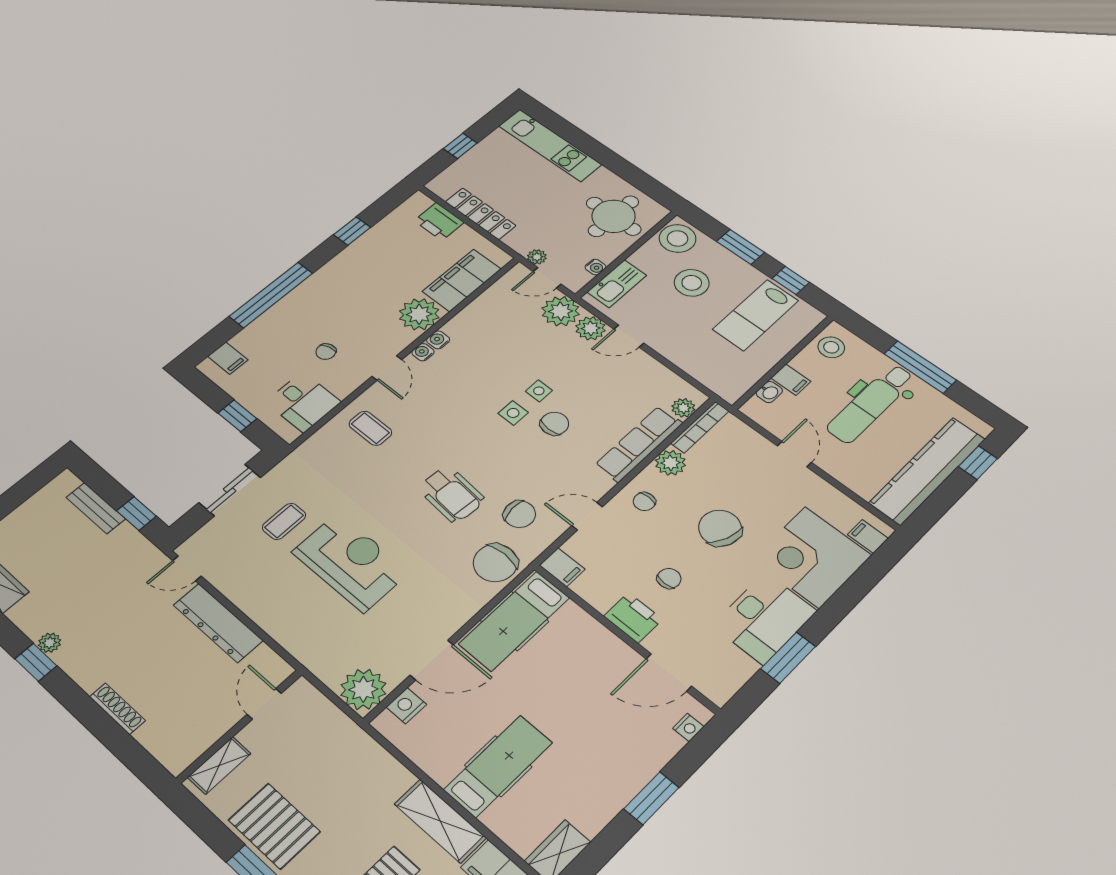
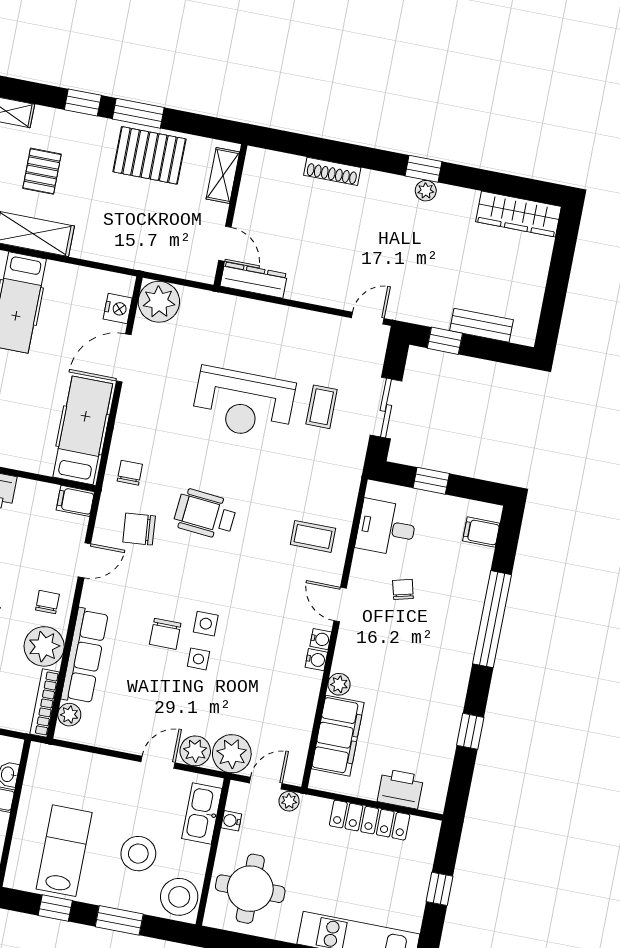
plant: (419, 314) -> (339, 684), width x0.53, depth x0.53
plant: (670, 463) -> (44, 646), width x1.36, depth x1.36
chair: (495, 563) -> (130, 473), width x0.54, depth x0.54
dresser: (218, 623) -> (254, 280), moved, width x0.73, depth x0.80

